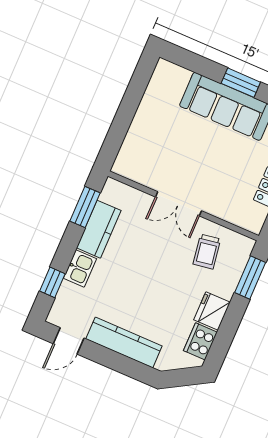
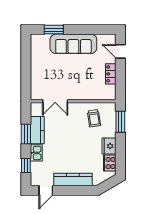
window: (241, 83) -> (54, 30), moved
double door: (178, 204) -> (55, 101), moved
window: (85, 207) -> (26, 134), moved

